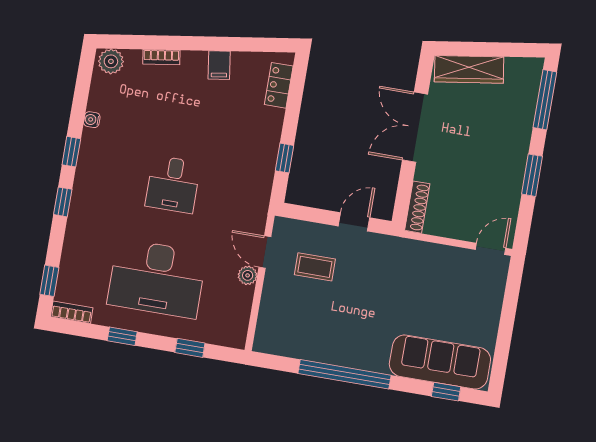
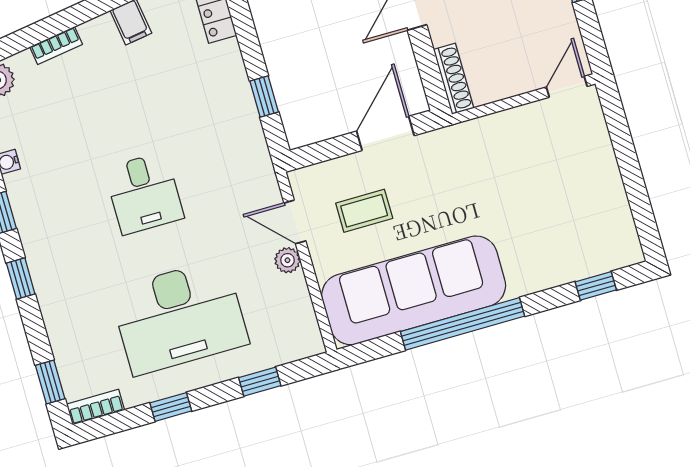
door: (354, 222) -> (385, 133), width x1.38
sofa: (440, 362) -> (414, 290), moved, width x1.36, depth x1.27

